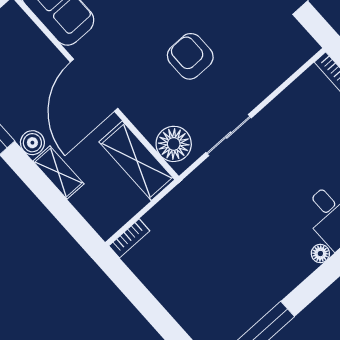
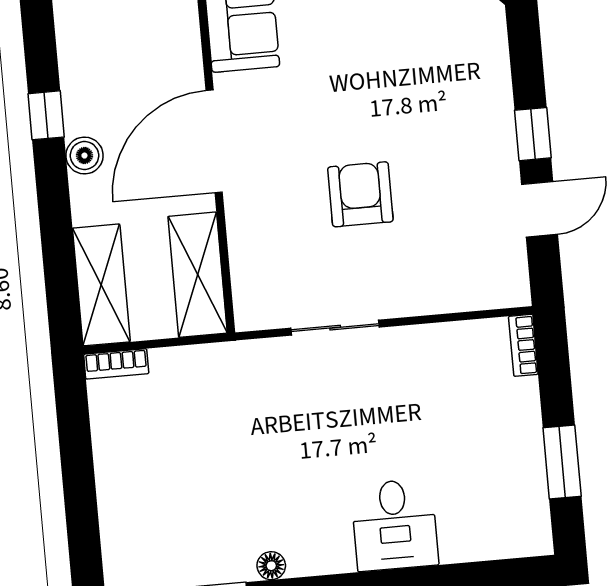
floor lamp: (174, 144) -> (259, 288), removed
shelving: (58, 172) -> (101, 285), moved, width x1.50, depth x1.33
floor lamp: (320, 254) -> (271, 566), moved

